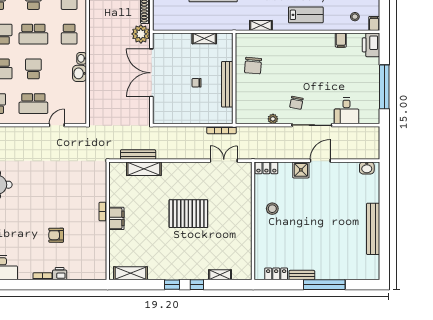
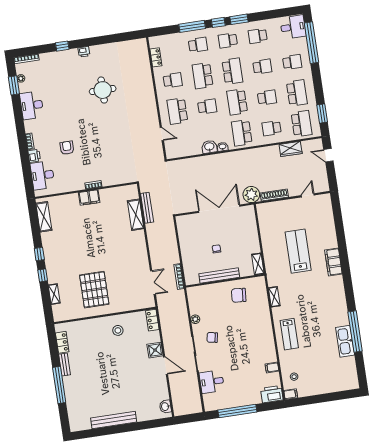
school desk: (69, 34) -> (242, 133), width x1.85
shelving: (204, 38) -> (258, 264), moved
pallet: (188, 214) -> (94, 290), moved
desk: (83, 268) -> (42, 175), added

